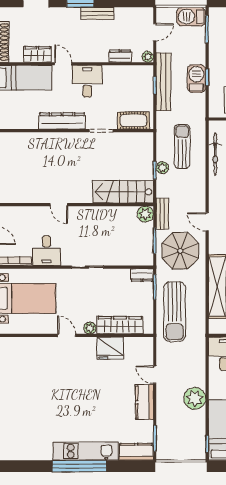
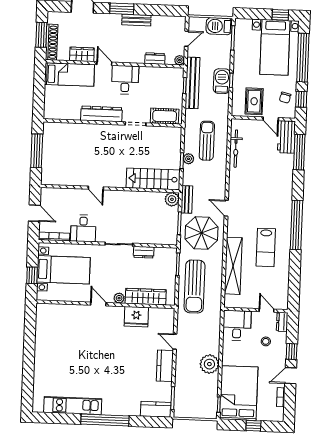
dresser: (142, 275) -> (144, 252), moved
kitchen unit: (86, 451) -> (73, 406), moved

